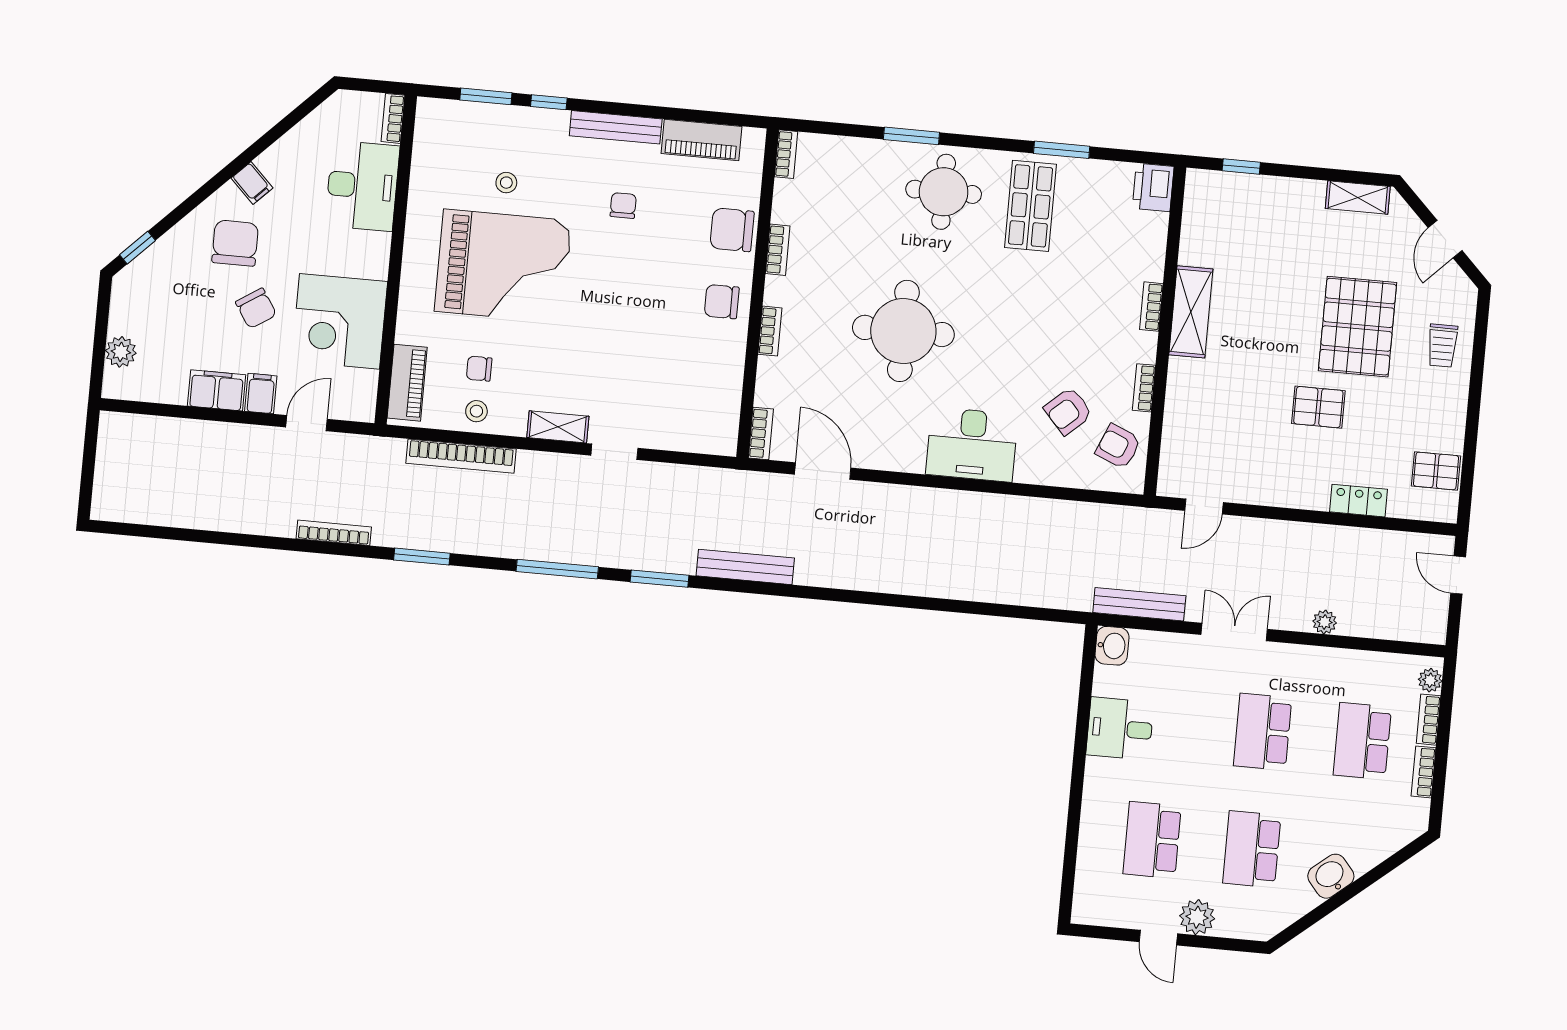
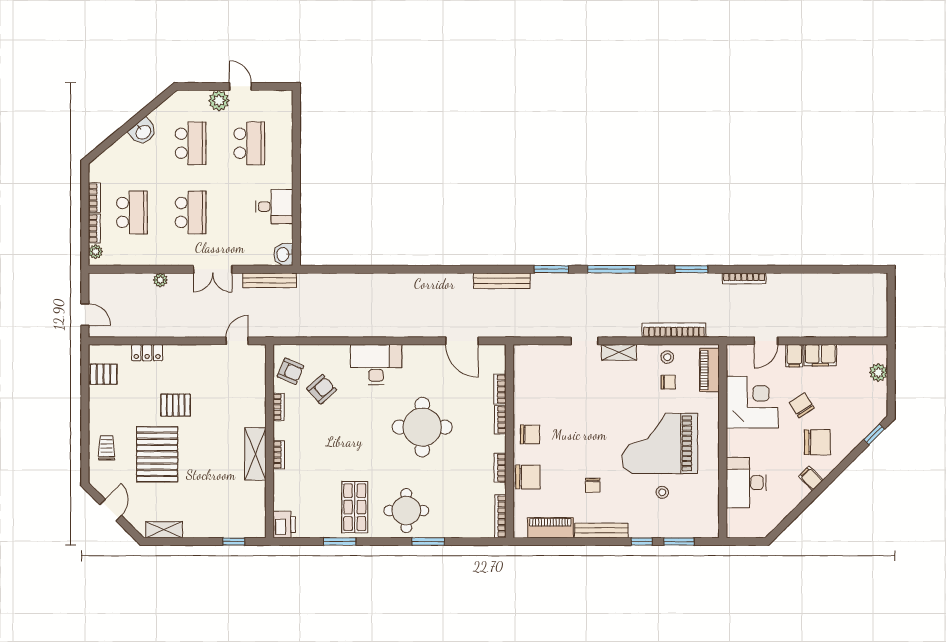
bookcase: (393, 118) -> (732, 524), removed
bookcase: (786, 154) -> (500, 516), width x1.56
chair: (235, 243) -> (817, 442), turned -90
bookcase: (761, 434) -> (500, 389), moved

